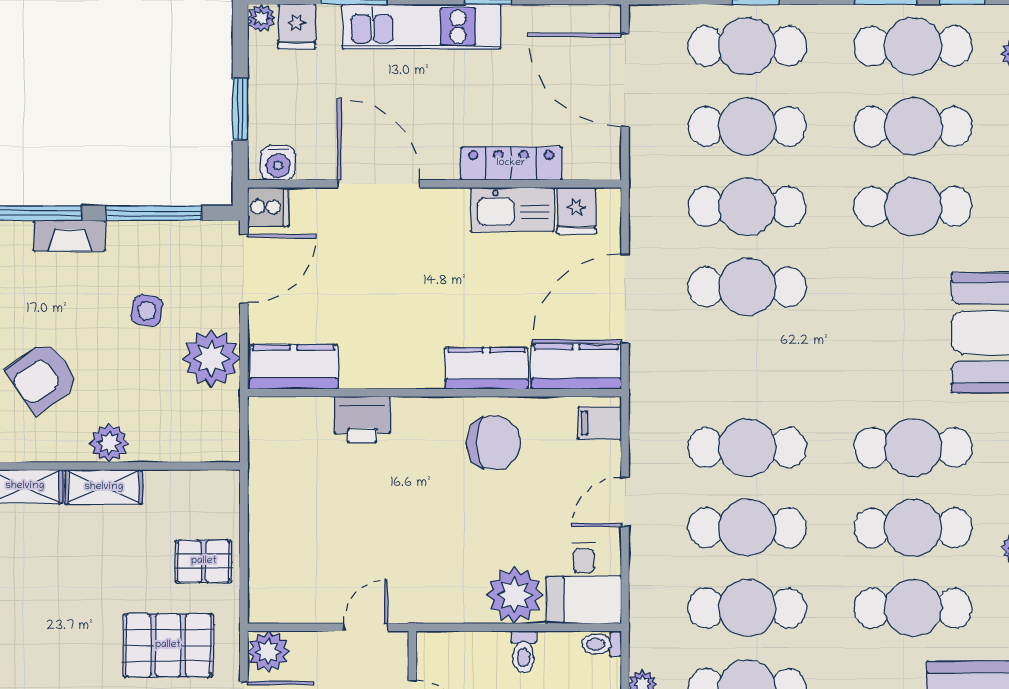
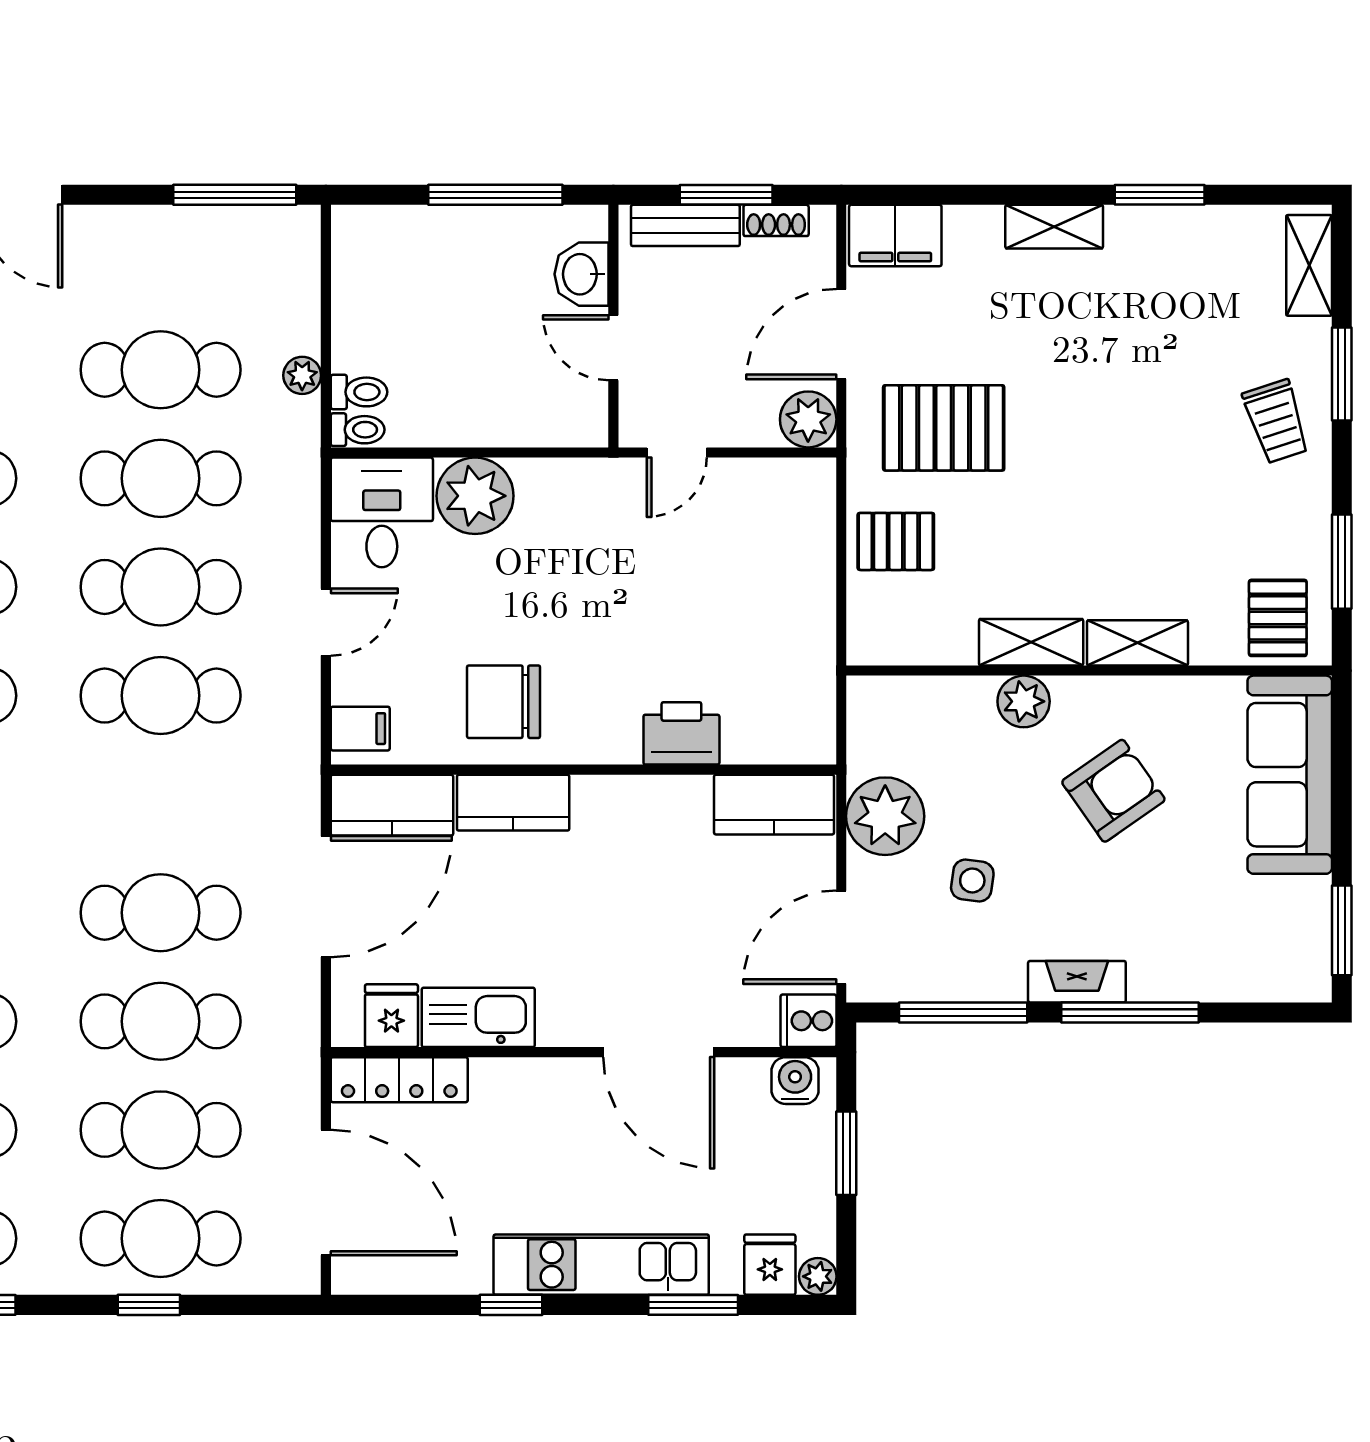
locker: (511, 163) -> (399, 1080), moved
toilet: (524, 652) -> (359, 392), moved, turned 90

